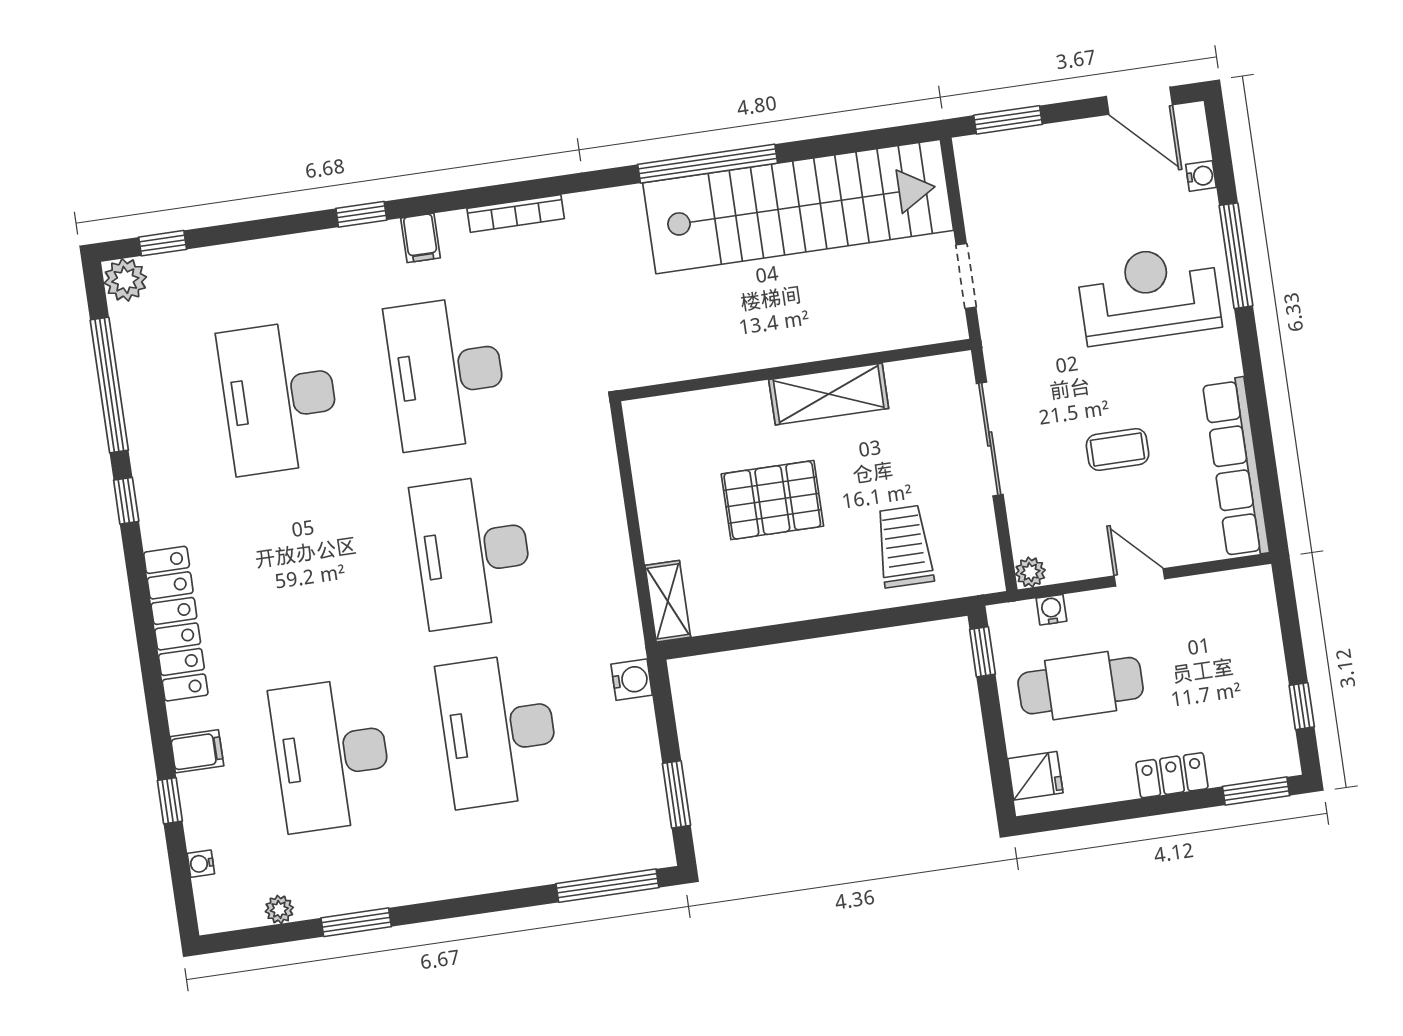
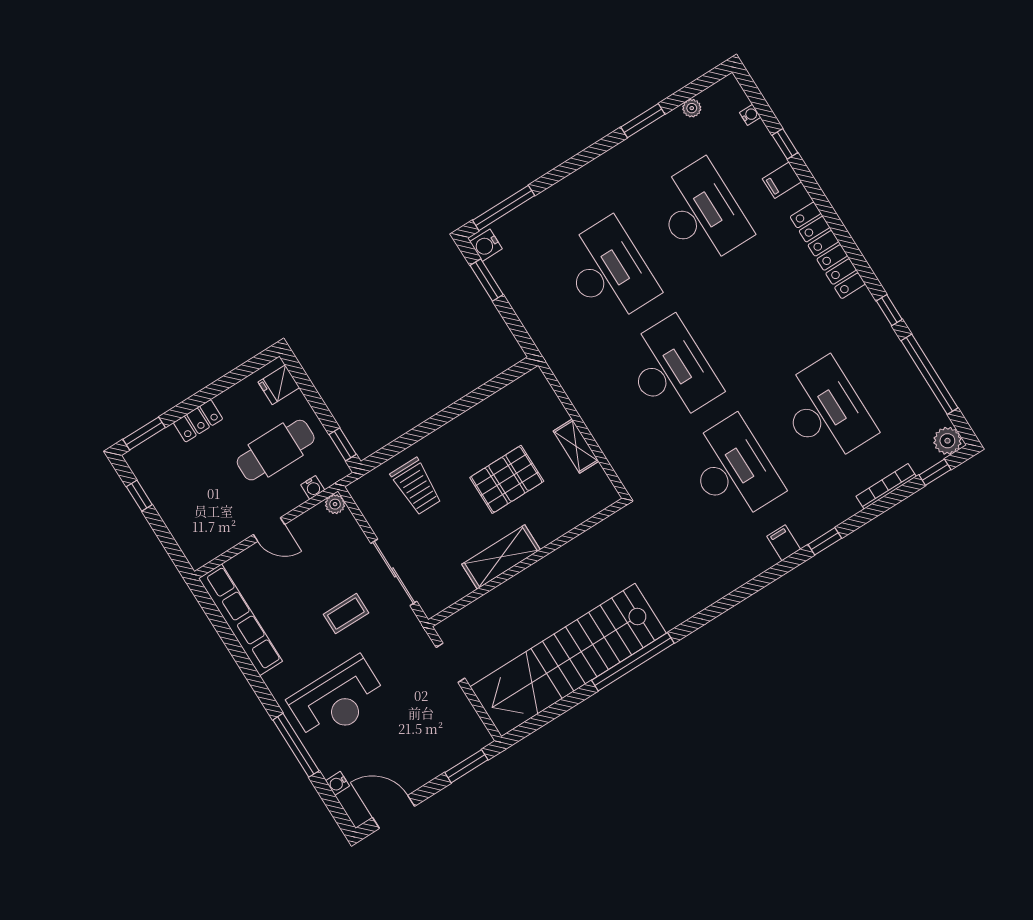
bookcase: (516, 214) -> (886, 486), moved
coffee table: (1118, 450) -> (346, 614), moved
shelving: (668, 601) -> (576, 446), moved
water cooler: (632, 680) -> (486, 245), moved

